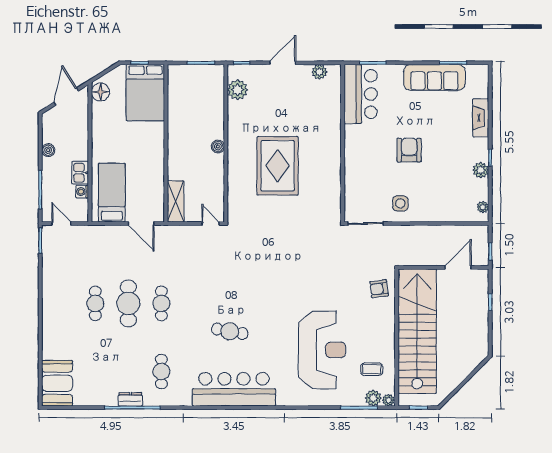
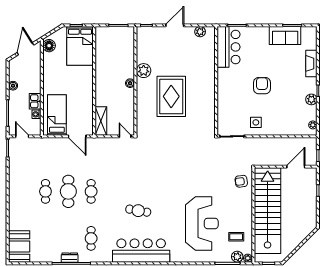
sofa: (434, 77) -> (285, 35), width x0.73
plant: (238, 90) -> (144, 71), moved

